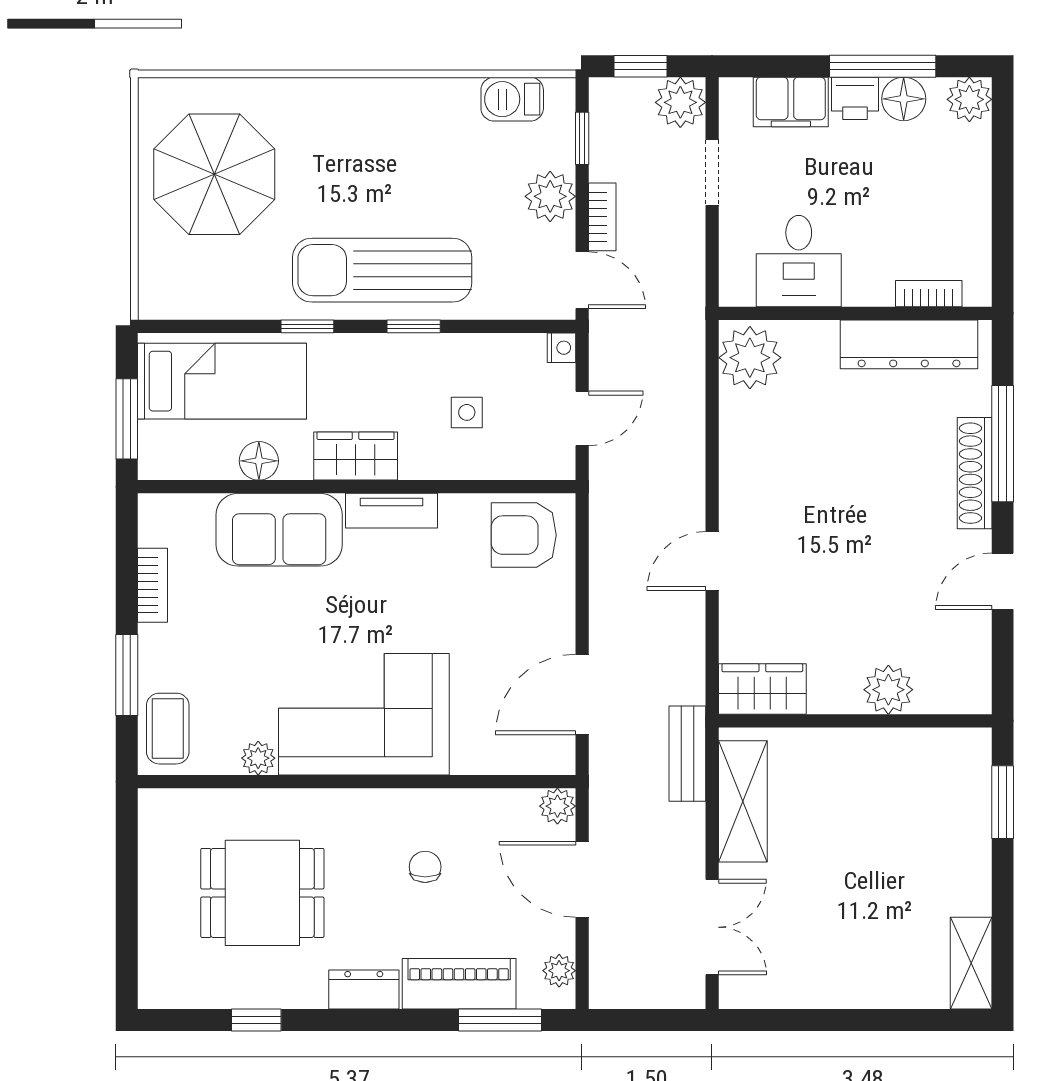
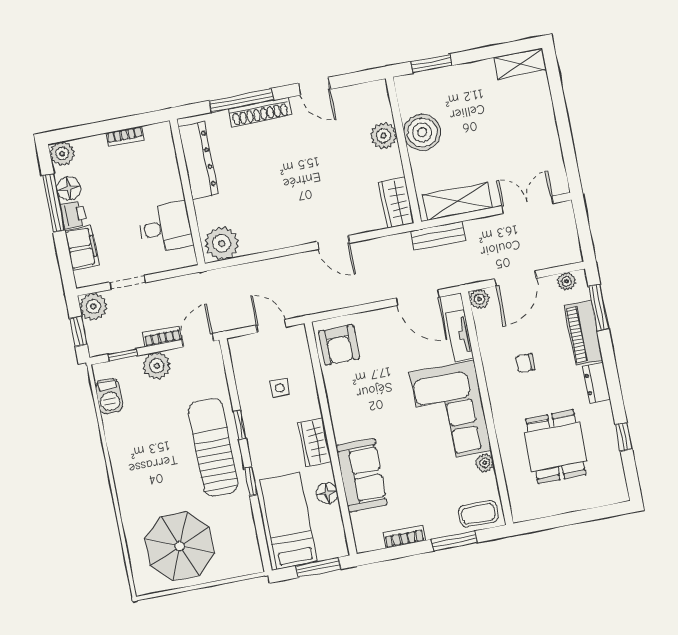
sun lounger: (382, 270) -> (213, 447), turned 180
bookcase: (929, 294) -> (125, 136), moved, turned -90
nightstand: (561, 348) -> (236, 344), removed
tv unit: (391, 511) -> (460, 335), moved, turned 180
boiler: (881, 761) -> (422, 132), added

